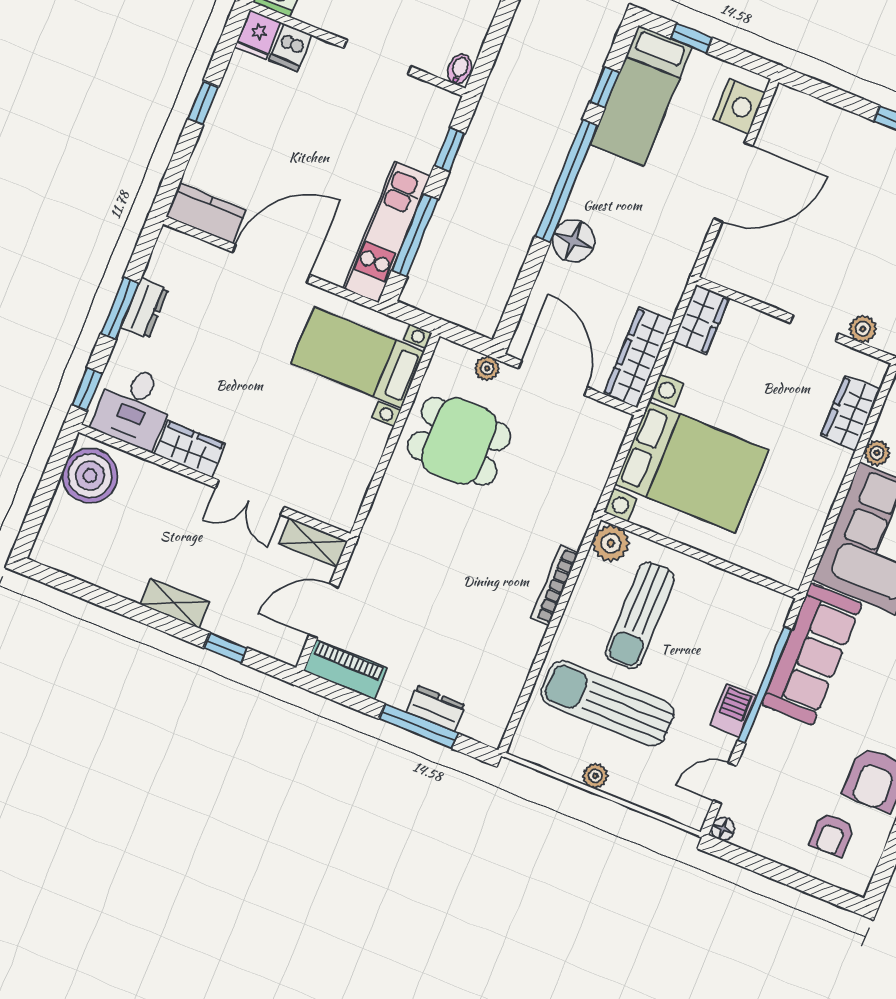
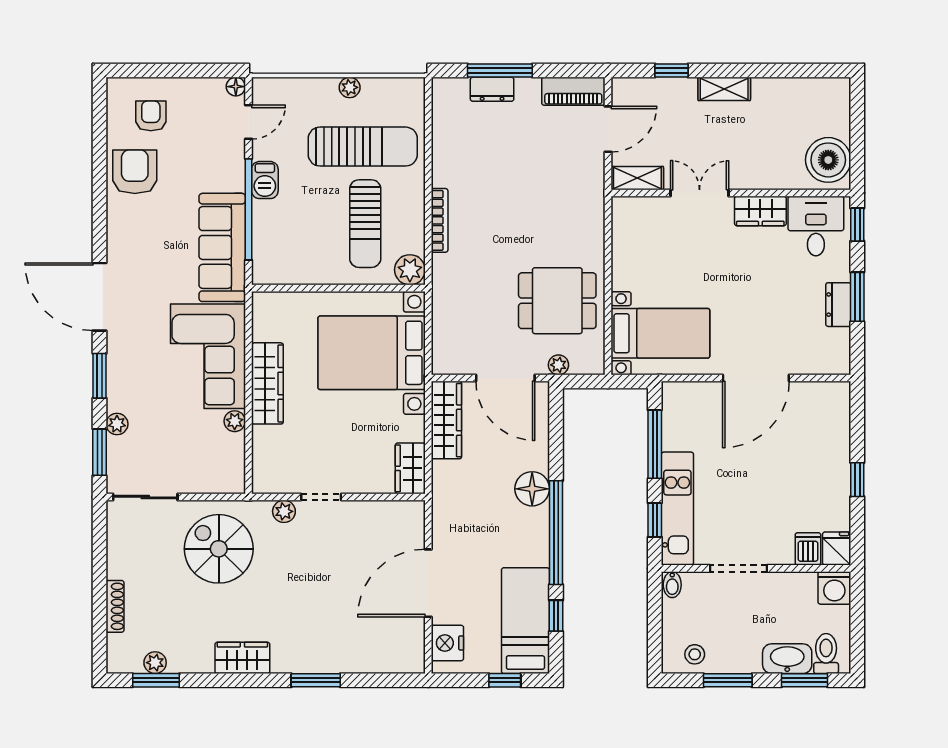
kitchen counter: (206, 213) -> (821, 396), removed
kitchen unit: (387, 232) -> (677, 509), moved
wardrobe: (850, 413) -> (267, 383), moved, width x1.50
sun lounger: (640, 616) -> (365, 224), turned 180

